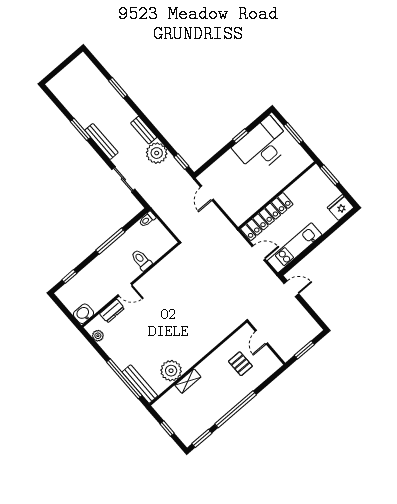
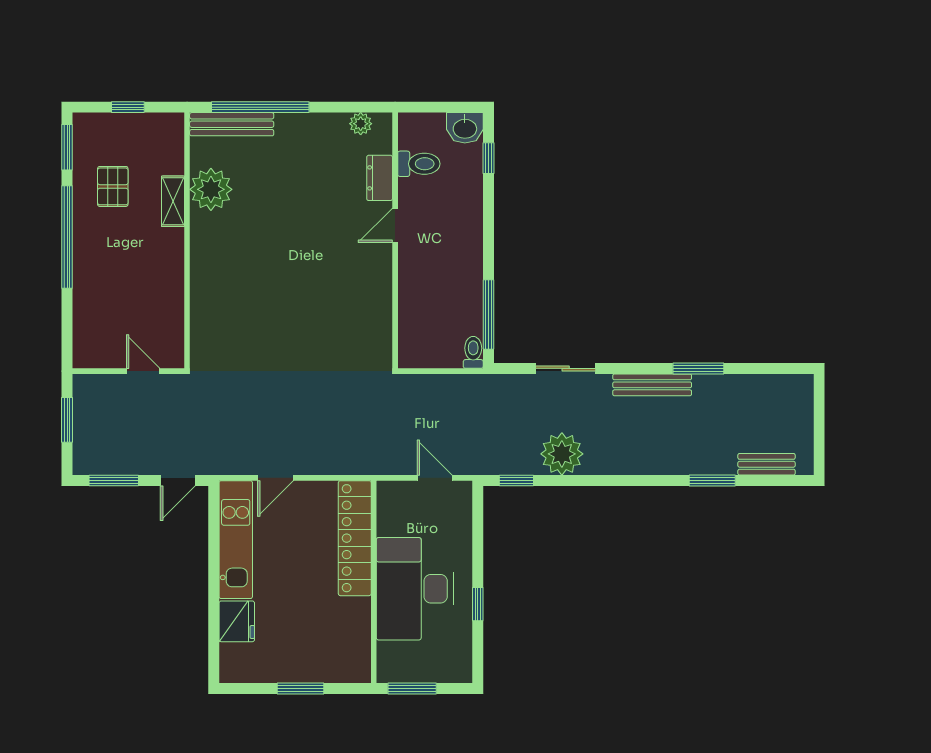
bench: (144, 130) -> (767, 464), moved
desk: (262, 146) -> (415, 589), moved, turned 180
wall: (277, 195) -> (374, 582), moved
fridge: (341, 207) -> (237, 621), moved
locker: (267, 217) -> (355, 538), moved
window: (110, 241) -> (488, 315), moved
toilet: (141, 260) -> (419, 164), moved
window: (312, 313) -> (114, 481), added
washbasin: (83, 314) -> (465, 128), moved, turned 90
pallet: (240, 364) -> (113, 186), moved, turned 90

